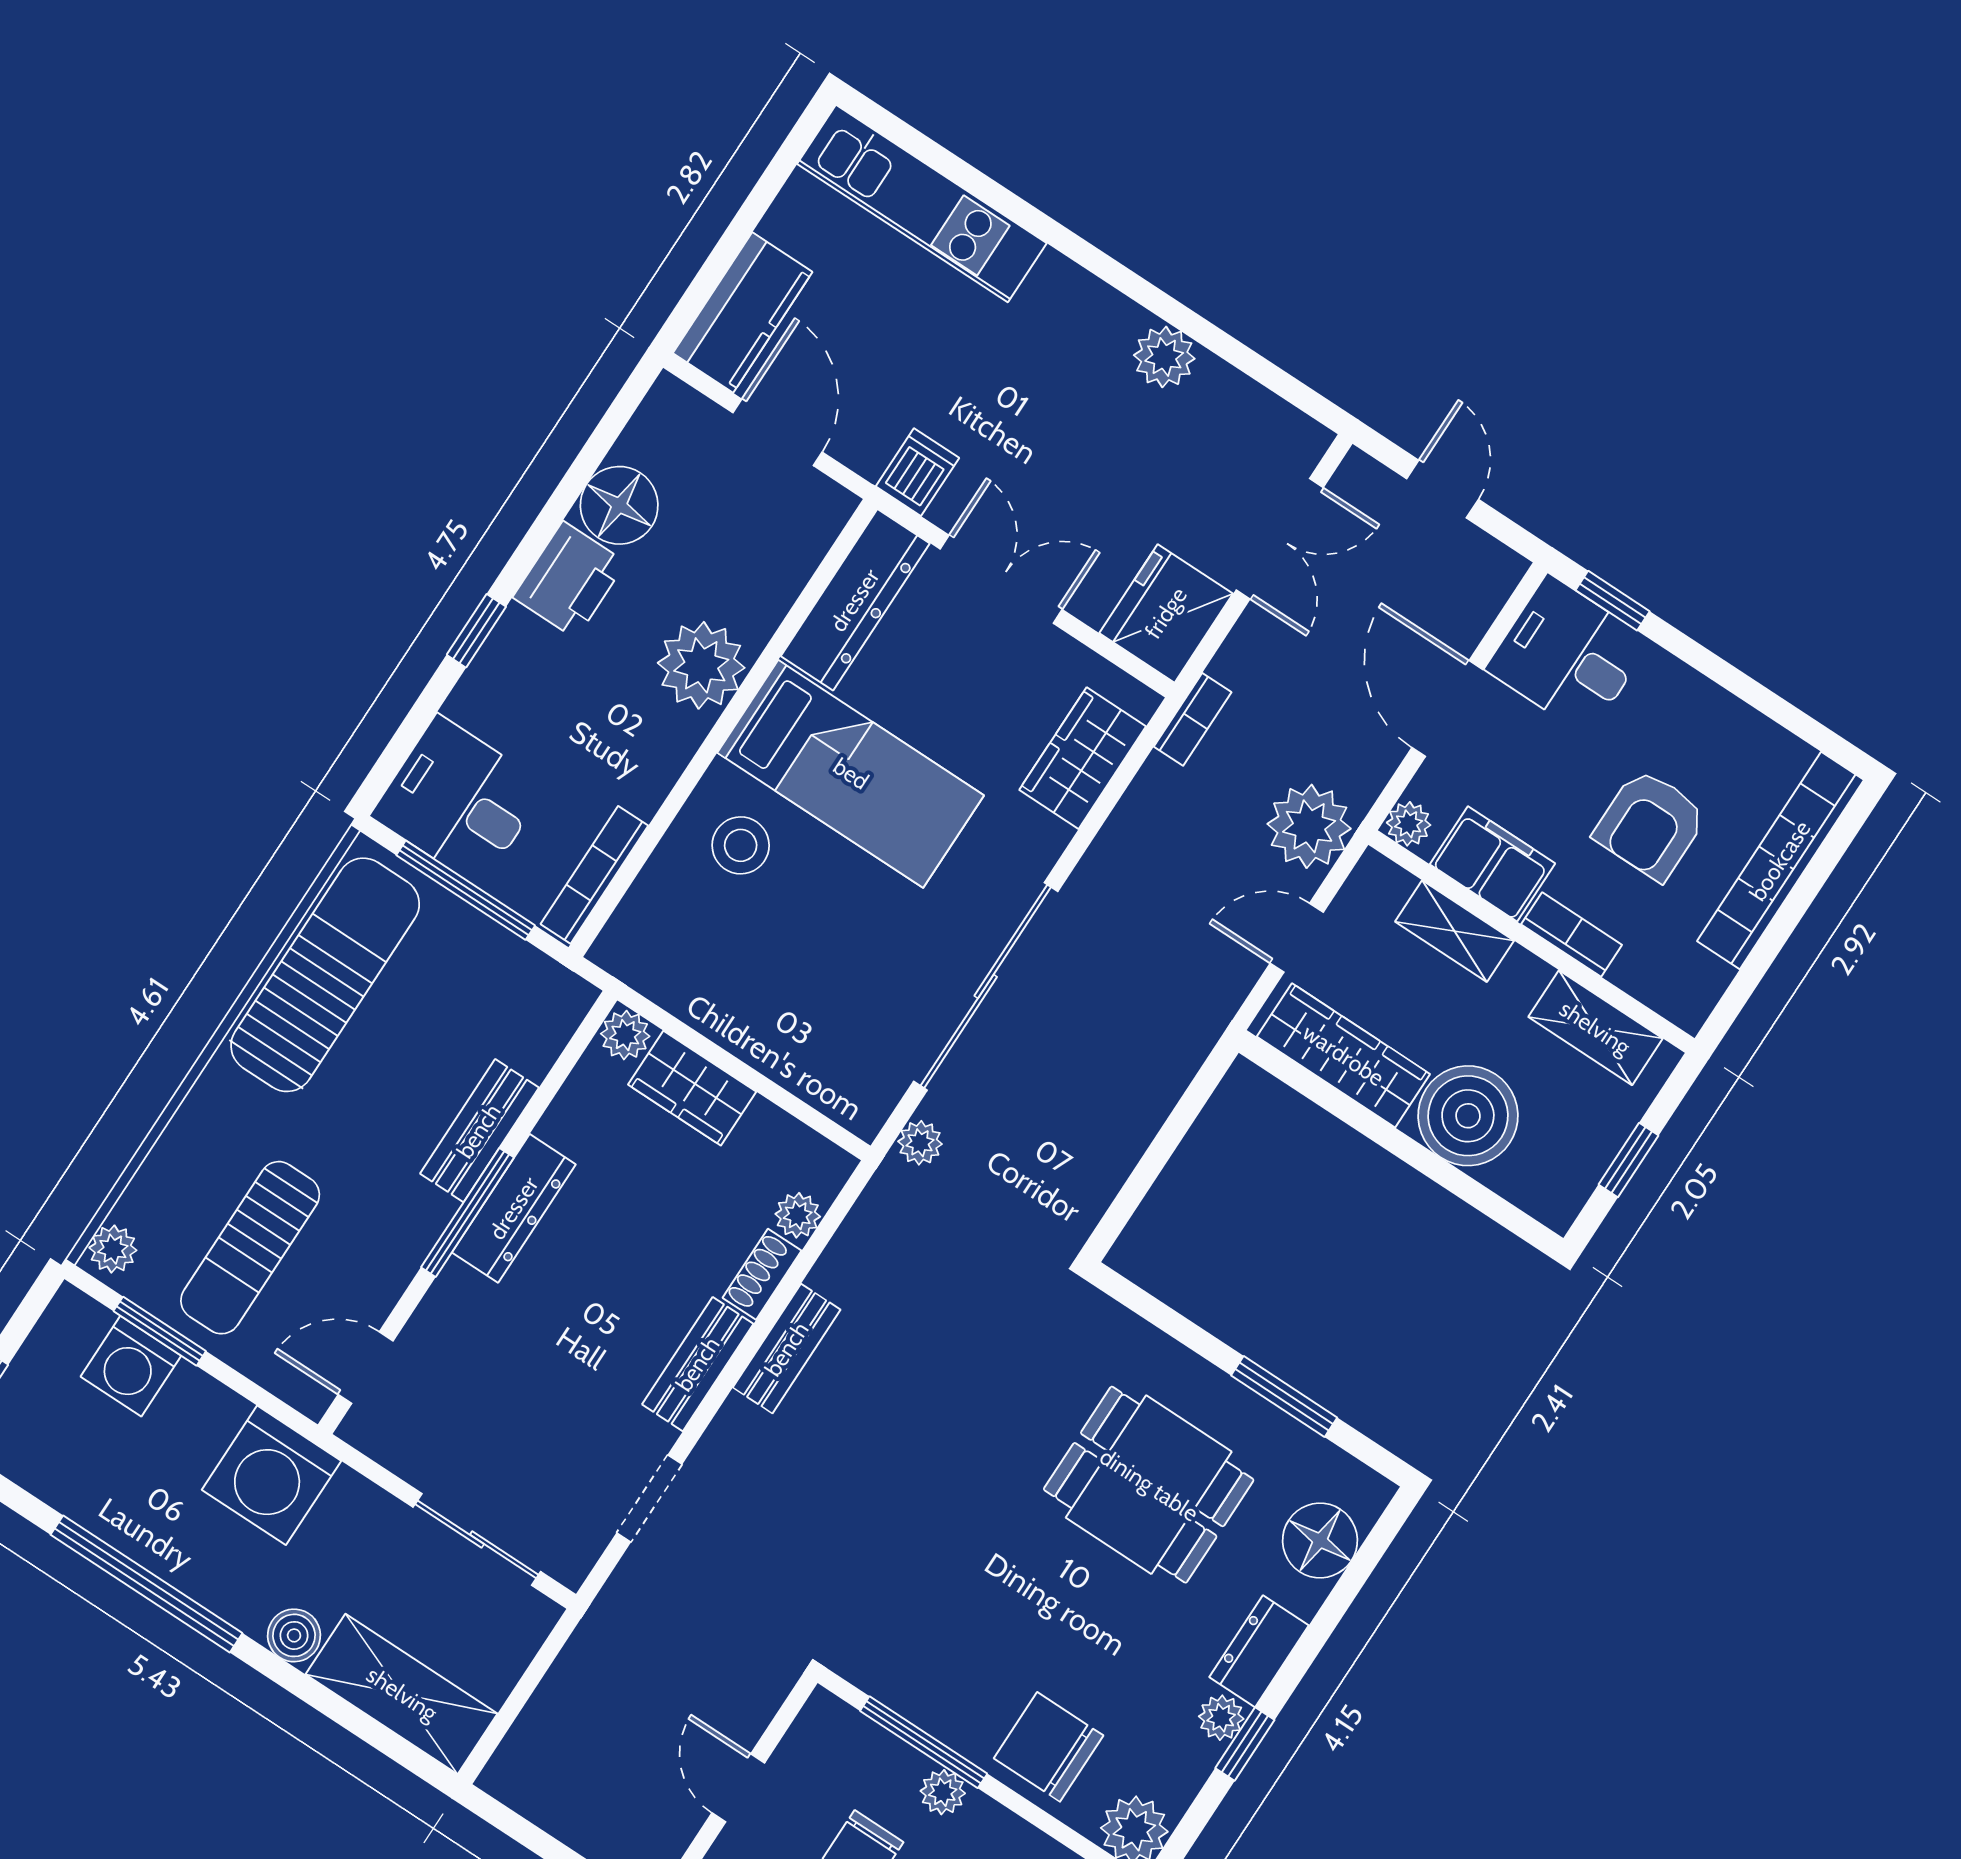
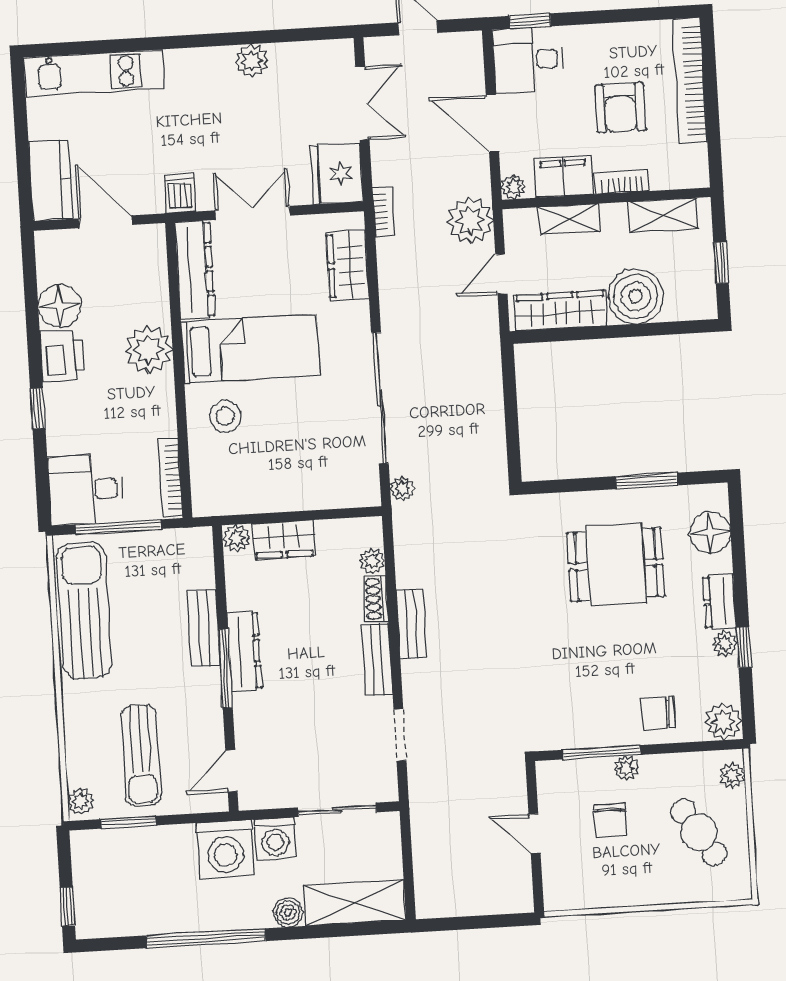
washing machine: (131, 1366) -> (275, 838), moved
chair: (1049, 1747) -> (658, 713), width x0.73, depth x0.73

